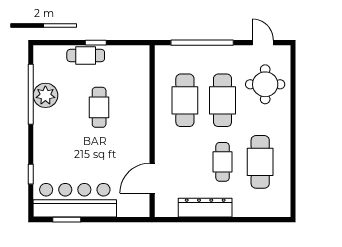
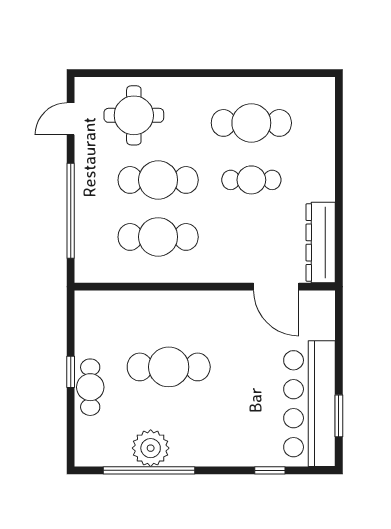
cafe table: (99, 107) -> (169, 367), width x1.37, depth x1.35
dresser: (205, 208) -> (321, 242), moved

